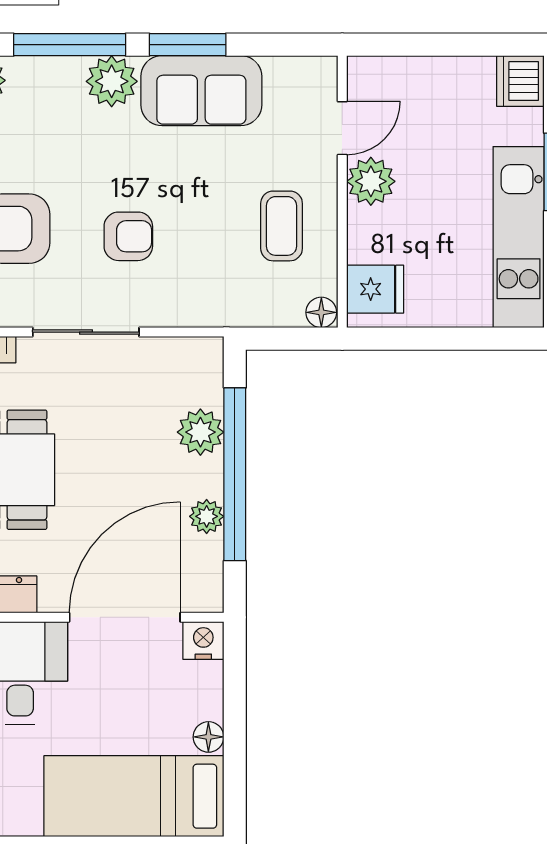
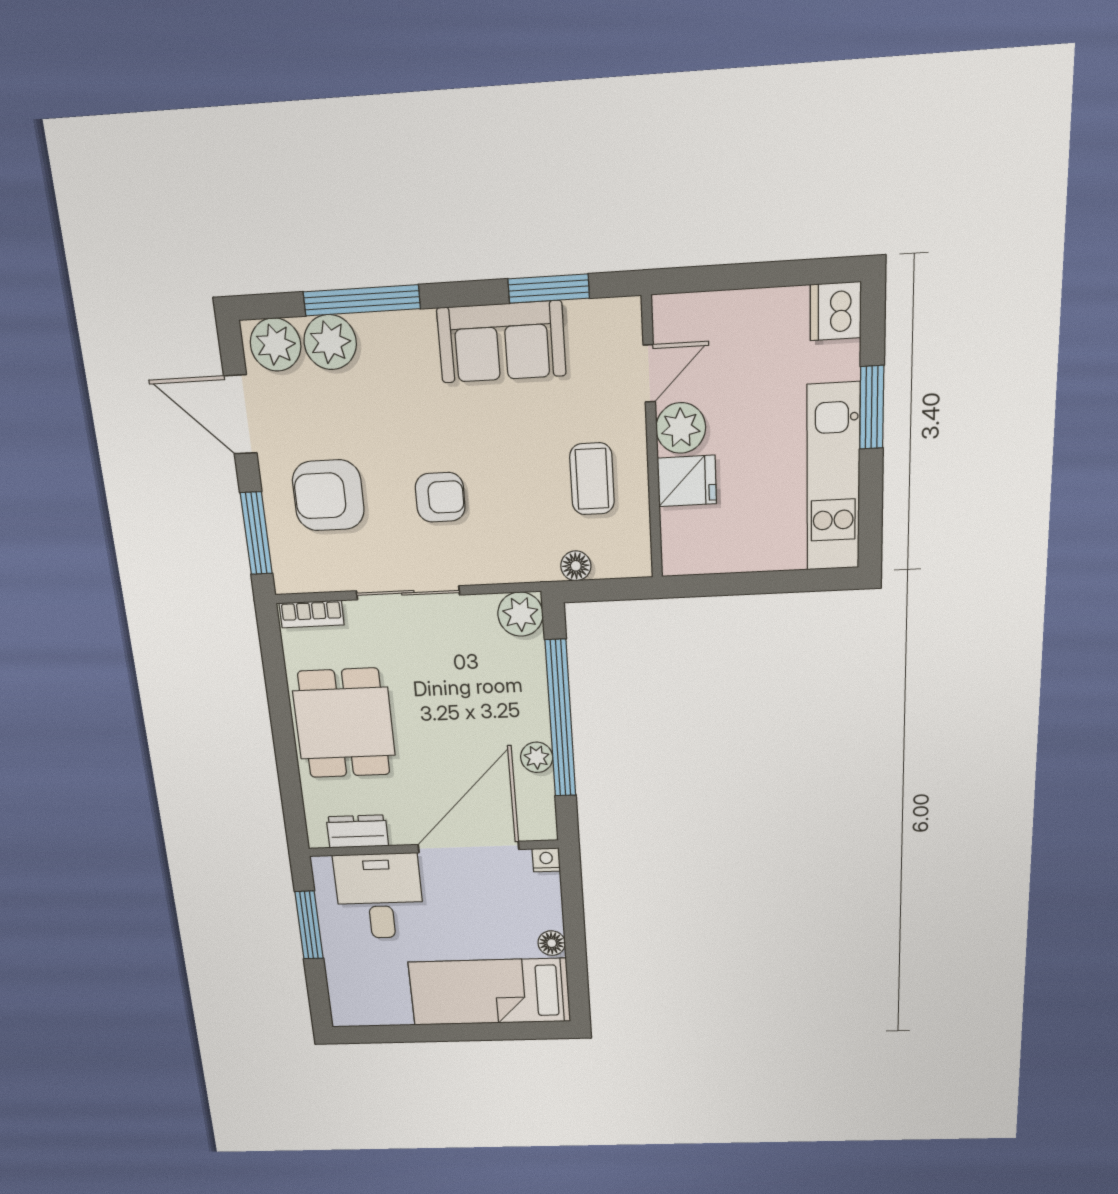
window: (188, 45) -> (549, 289), moved
plant: (112, 81) -> (330, 342), moved
fridge: (375, 289) -> (687, 481), moved
floor lamp: (321, 312) -> (576, 566), moved
plant: (200, 432) -> (520, 614), moved
nightstand: (203, 640) -> (546, 860), width x0.72, depth x0.74

